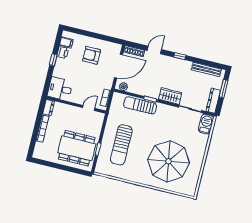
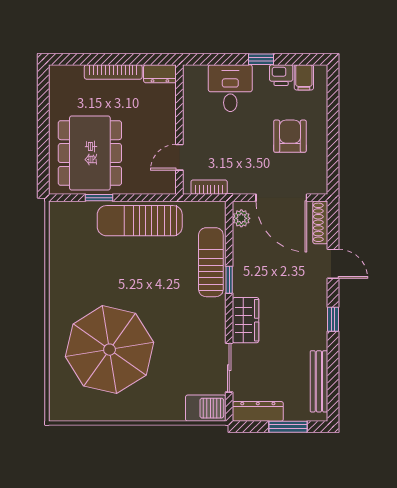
desk: (60, 89) -> (230, 88), moved
door: (89, 108) -> (179, 157), swing flipped
sun lounger: (121, 145) -> (140, 221), moved

